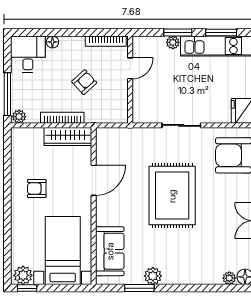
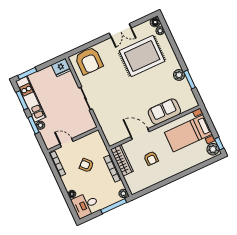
armchair: (37, 189) -> (151, 158), moved
rug: (172, 196) -> (142, 56), moved
sofa: (110, 251) -> (164, 112), moved

